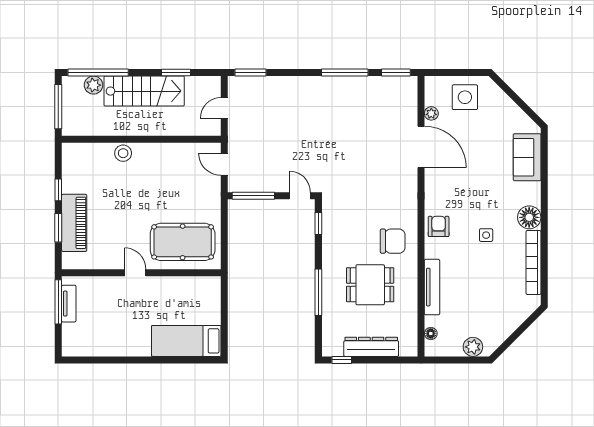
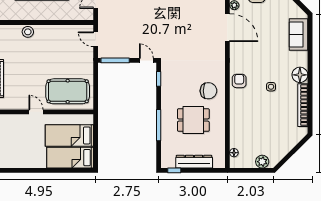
tv unit: (432, 287) -> (235, 122), removed
bed: (185, 308) -> (69, 135), added

